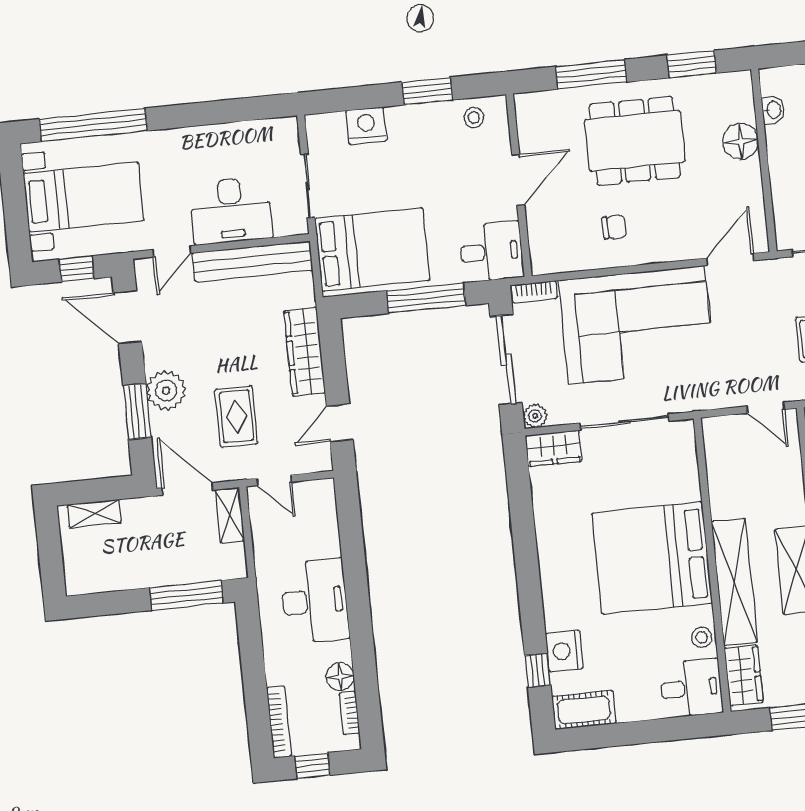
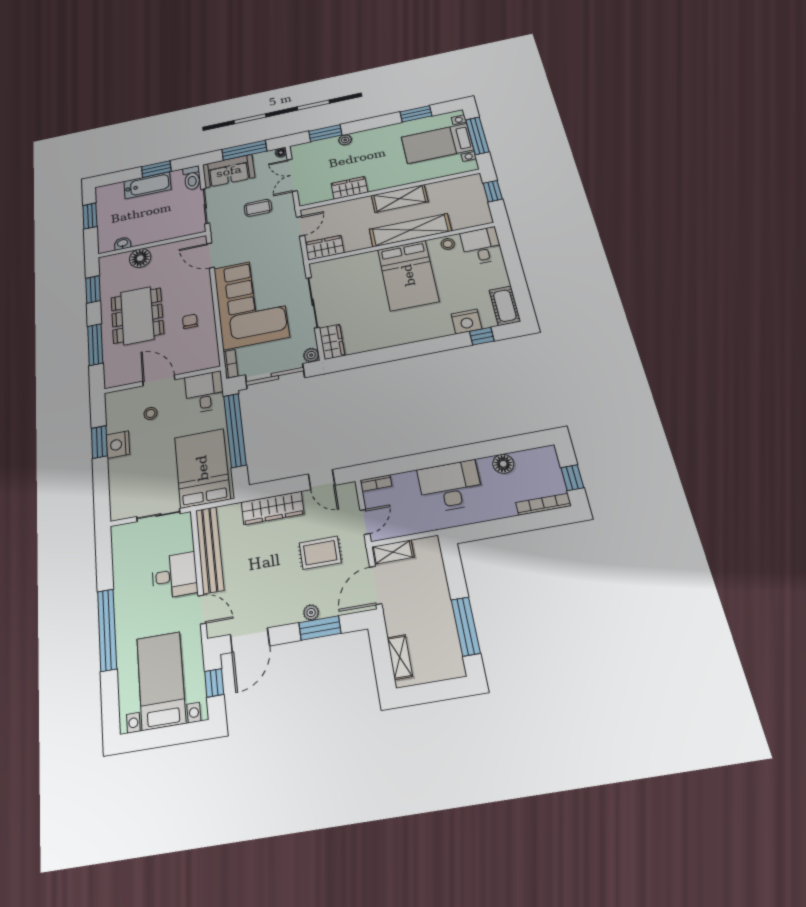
stool: (474, 117) -> (151, 413), moved
window: (93, 125) -> (107, 630), moved
nightstand: (366, 126) -> (118, 445), moved
desk: (231, 211) -> (174, 575), width x0.73
window: (426, 298) -> (235, 430), width x1.46
plant: (166, 391) -> (311, 612), width x0.53, depth x0.53
bed: (652, 558) -> (408, 275), width x0.73
window: (186, 595) -> (466, 626), moved
wardrobe: (744, 675) -> (325, 248), moved
bookcase: (349, 713) -> (376, 483), moved

